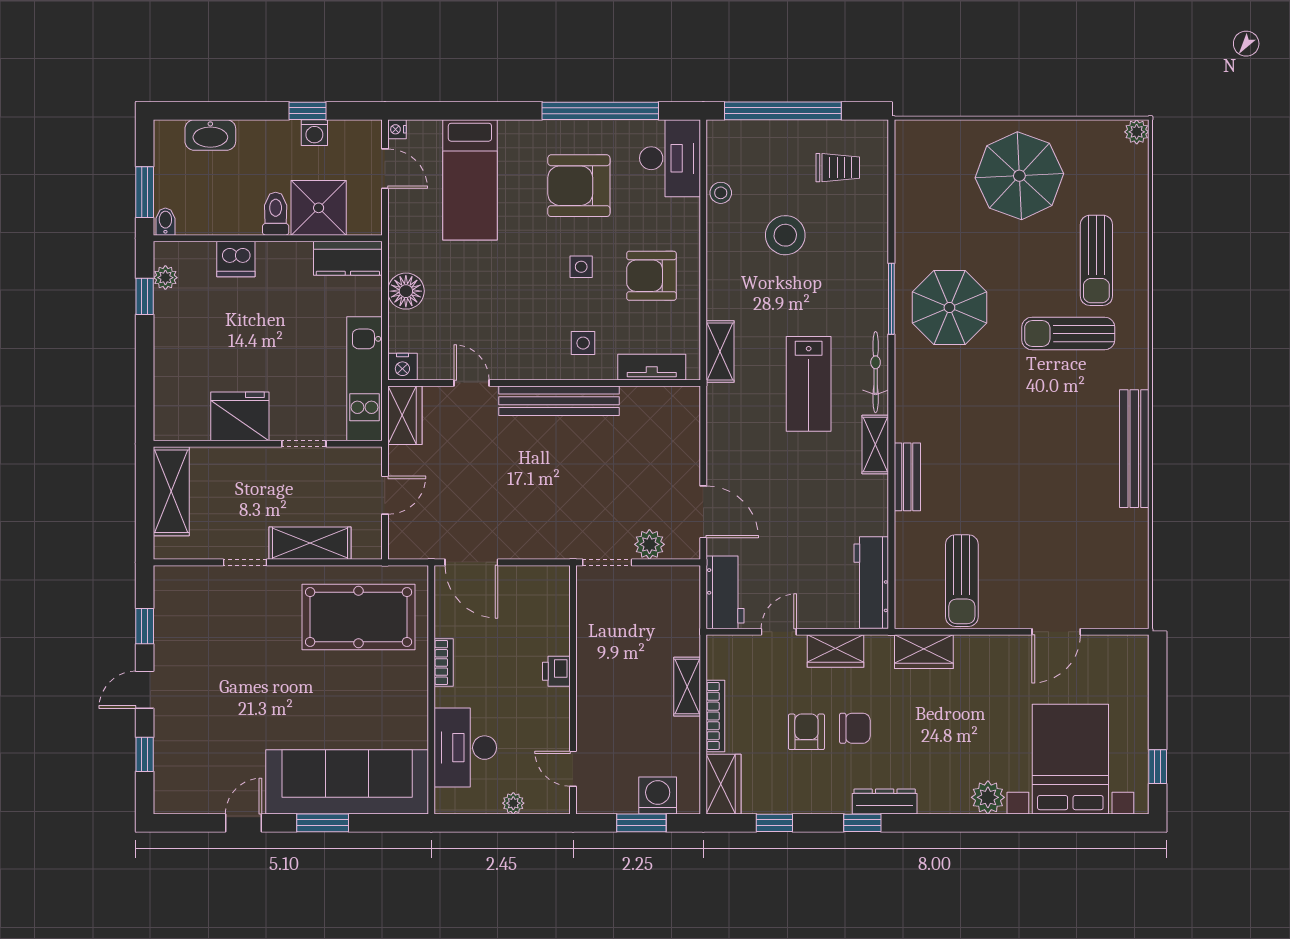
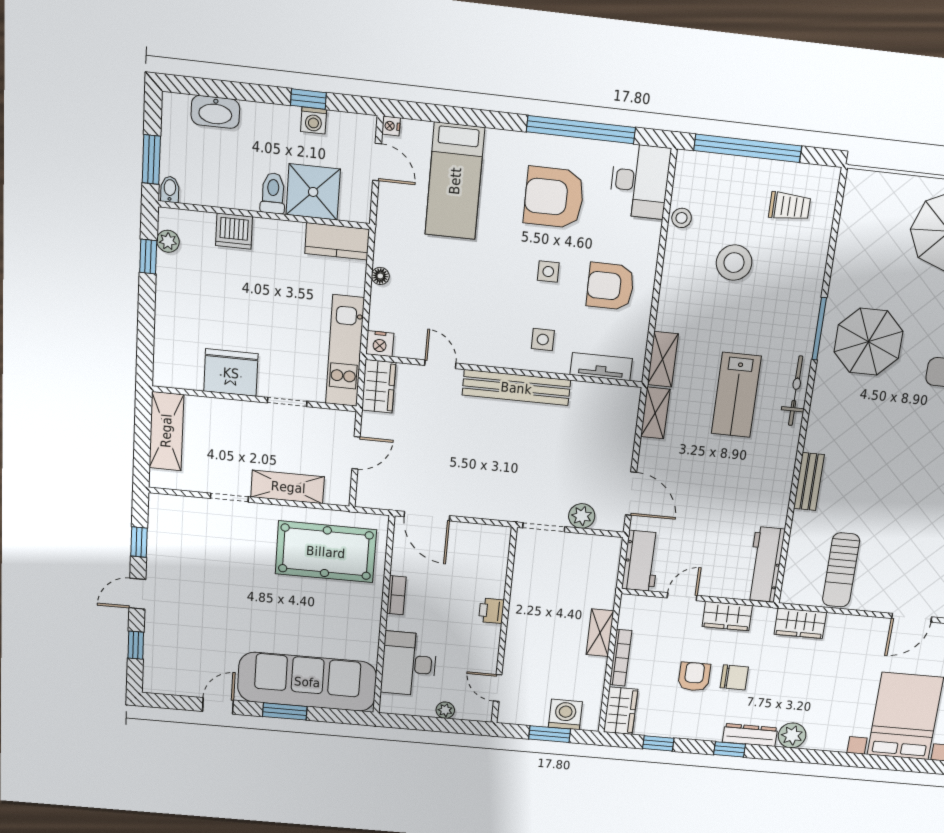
floor lamp: (406, 291) -> (380, 276), width x0.53, depth x0.53
shelving: (875, 445) -> (655, 413), moved
plant: (988, 797) -> (792, 735), moved

